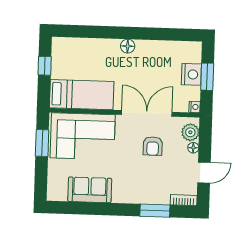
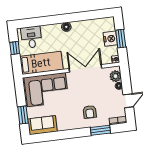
desk: (72, 53) -> (31, 37), added
window: (42, 143) -> (23, 115), moved
armchair: (153, 146) -> (90, 112), moved
sofa: (90, 190) -> (42, 125), moved

